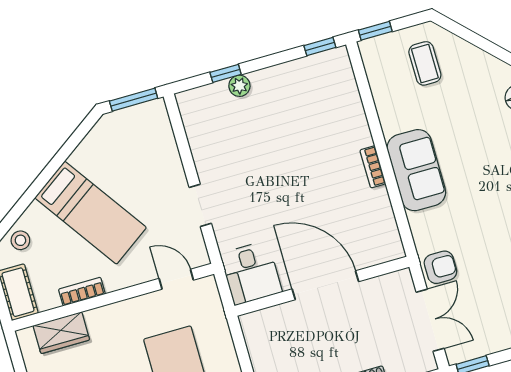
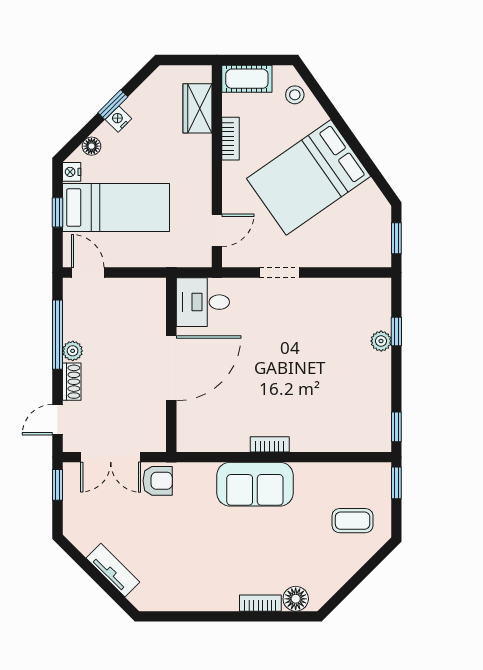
window: (134, 100) -> (396, 238), width x0.67
bed: (91, 213) -> (309, 177), width x1.50
armchair: (440, 267) -> (158, 481), turned -90

